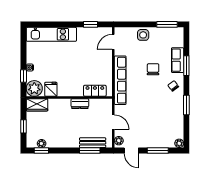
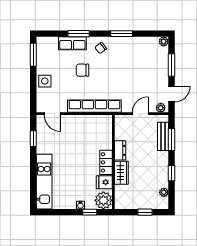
locker: (95, 91) -> (106, 162), moved
wardrobe: (37, 105) -> (121, 173), moved
window: (41, 151) -> (172, 173), moved

